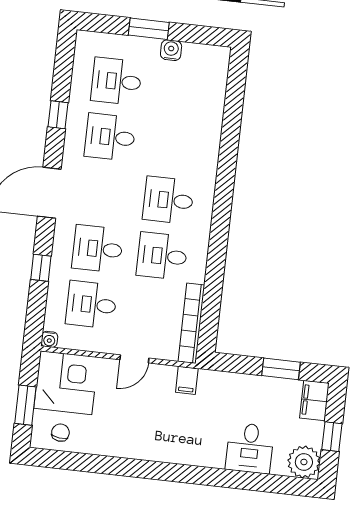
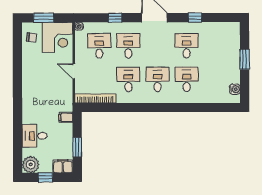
water cooler: (171, 50) -> (235, 89), moved
desk: (116, 81) -> (187, 79), moved
filing cabinet: (187, 380) -> (66, 117), moved

